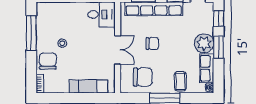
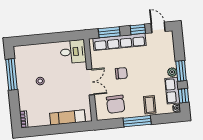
window: (219, 18) -> (184, 96), moved
plant: (204, 43) -> (172, 72), width x0.53, depth x0.53
chair: (48, 61) -> (29, 98), removed
chair: (143, 77) -> (116, 104), turned 88

